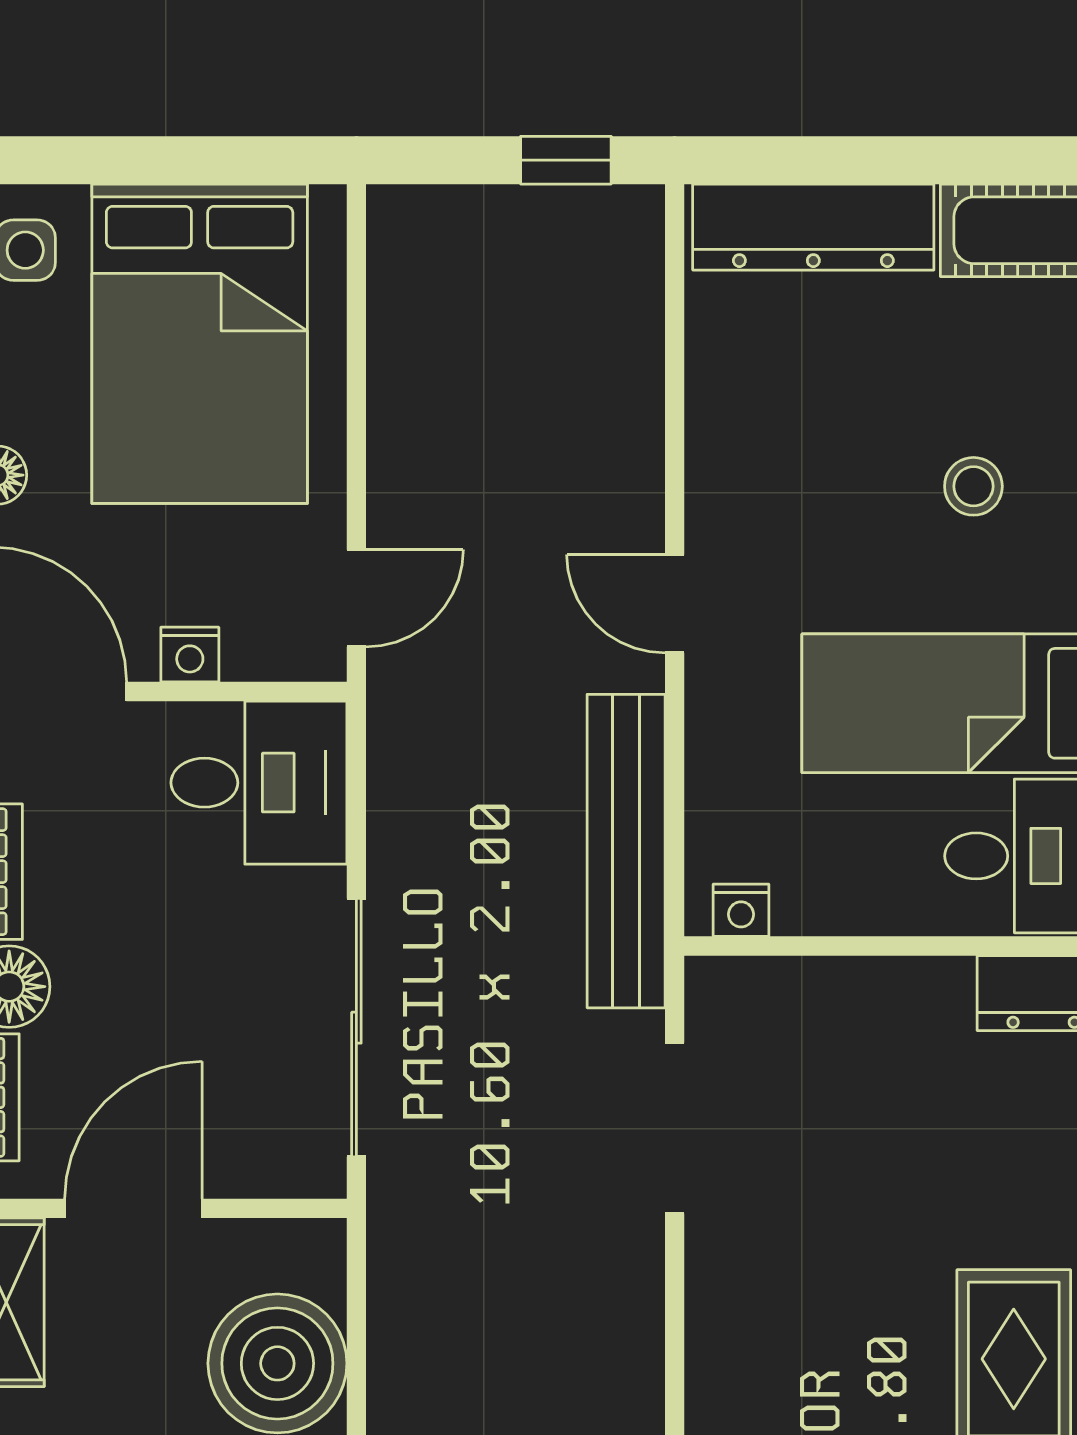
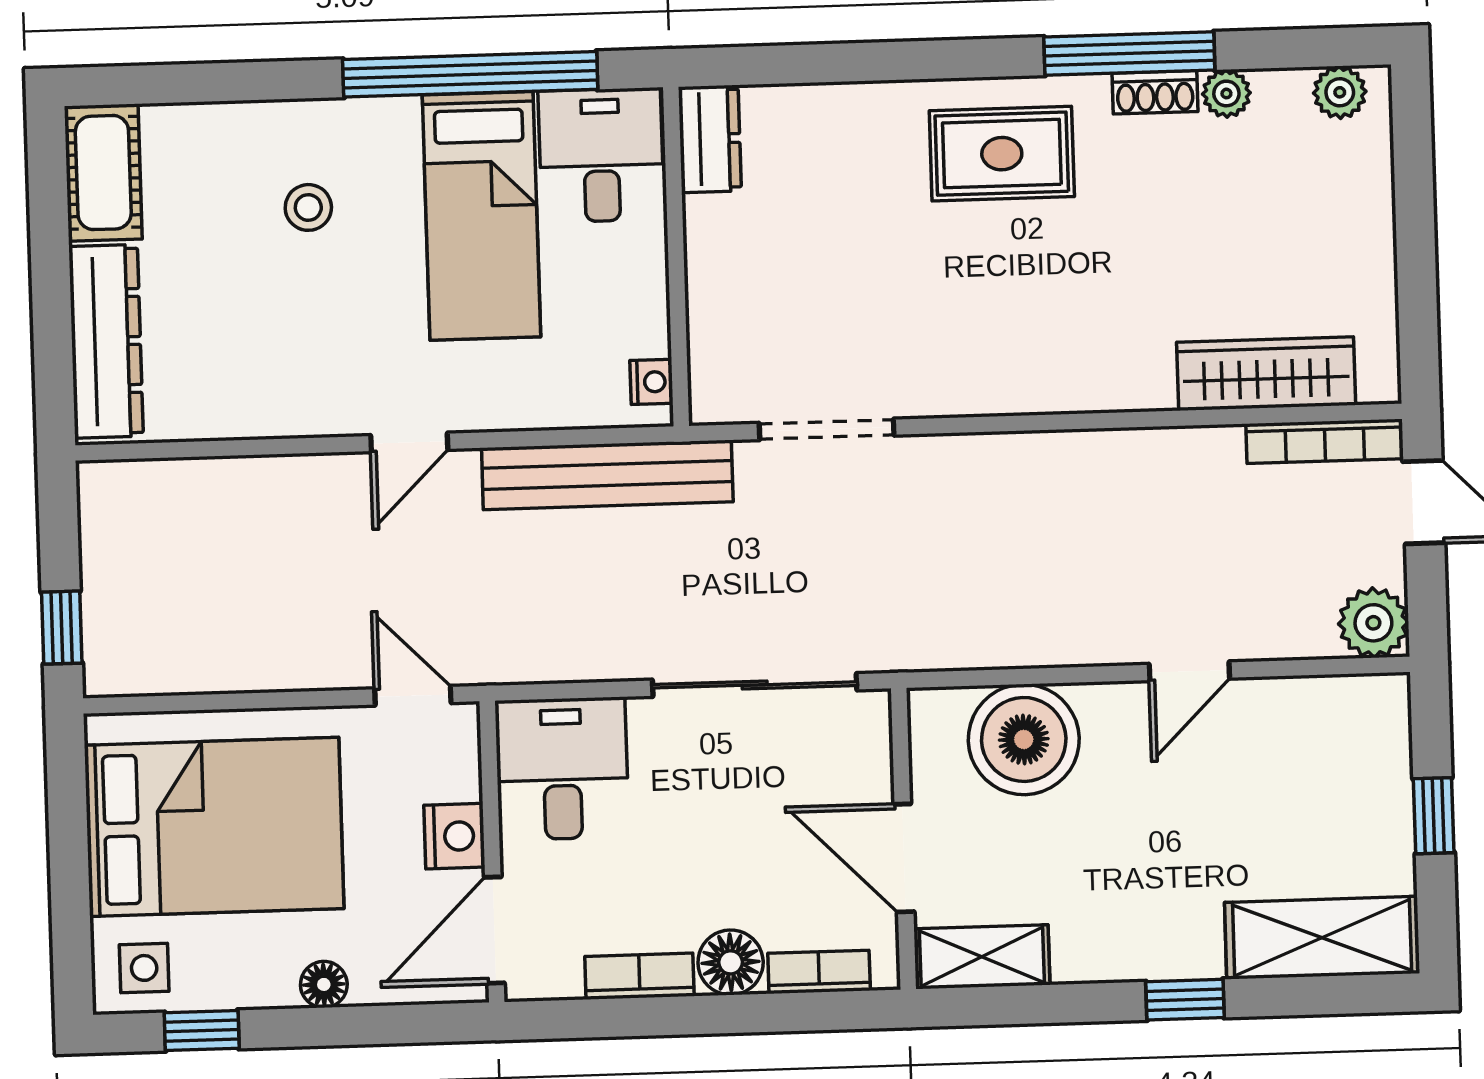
window: (566, 160) -> (62, 628), moved
nightstand: (190, 655) -> (454, 836), width x1.39, depth x1.35

